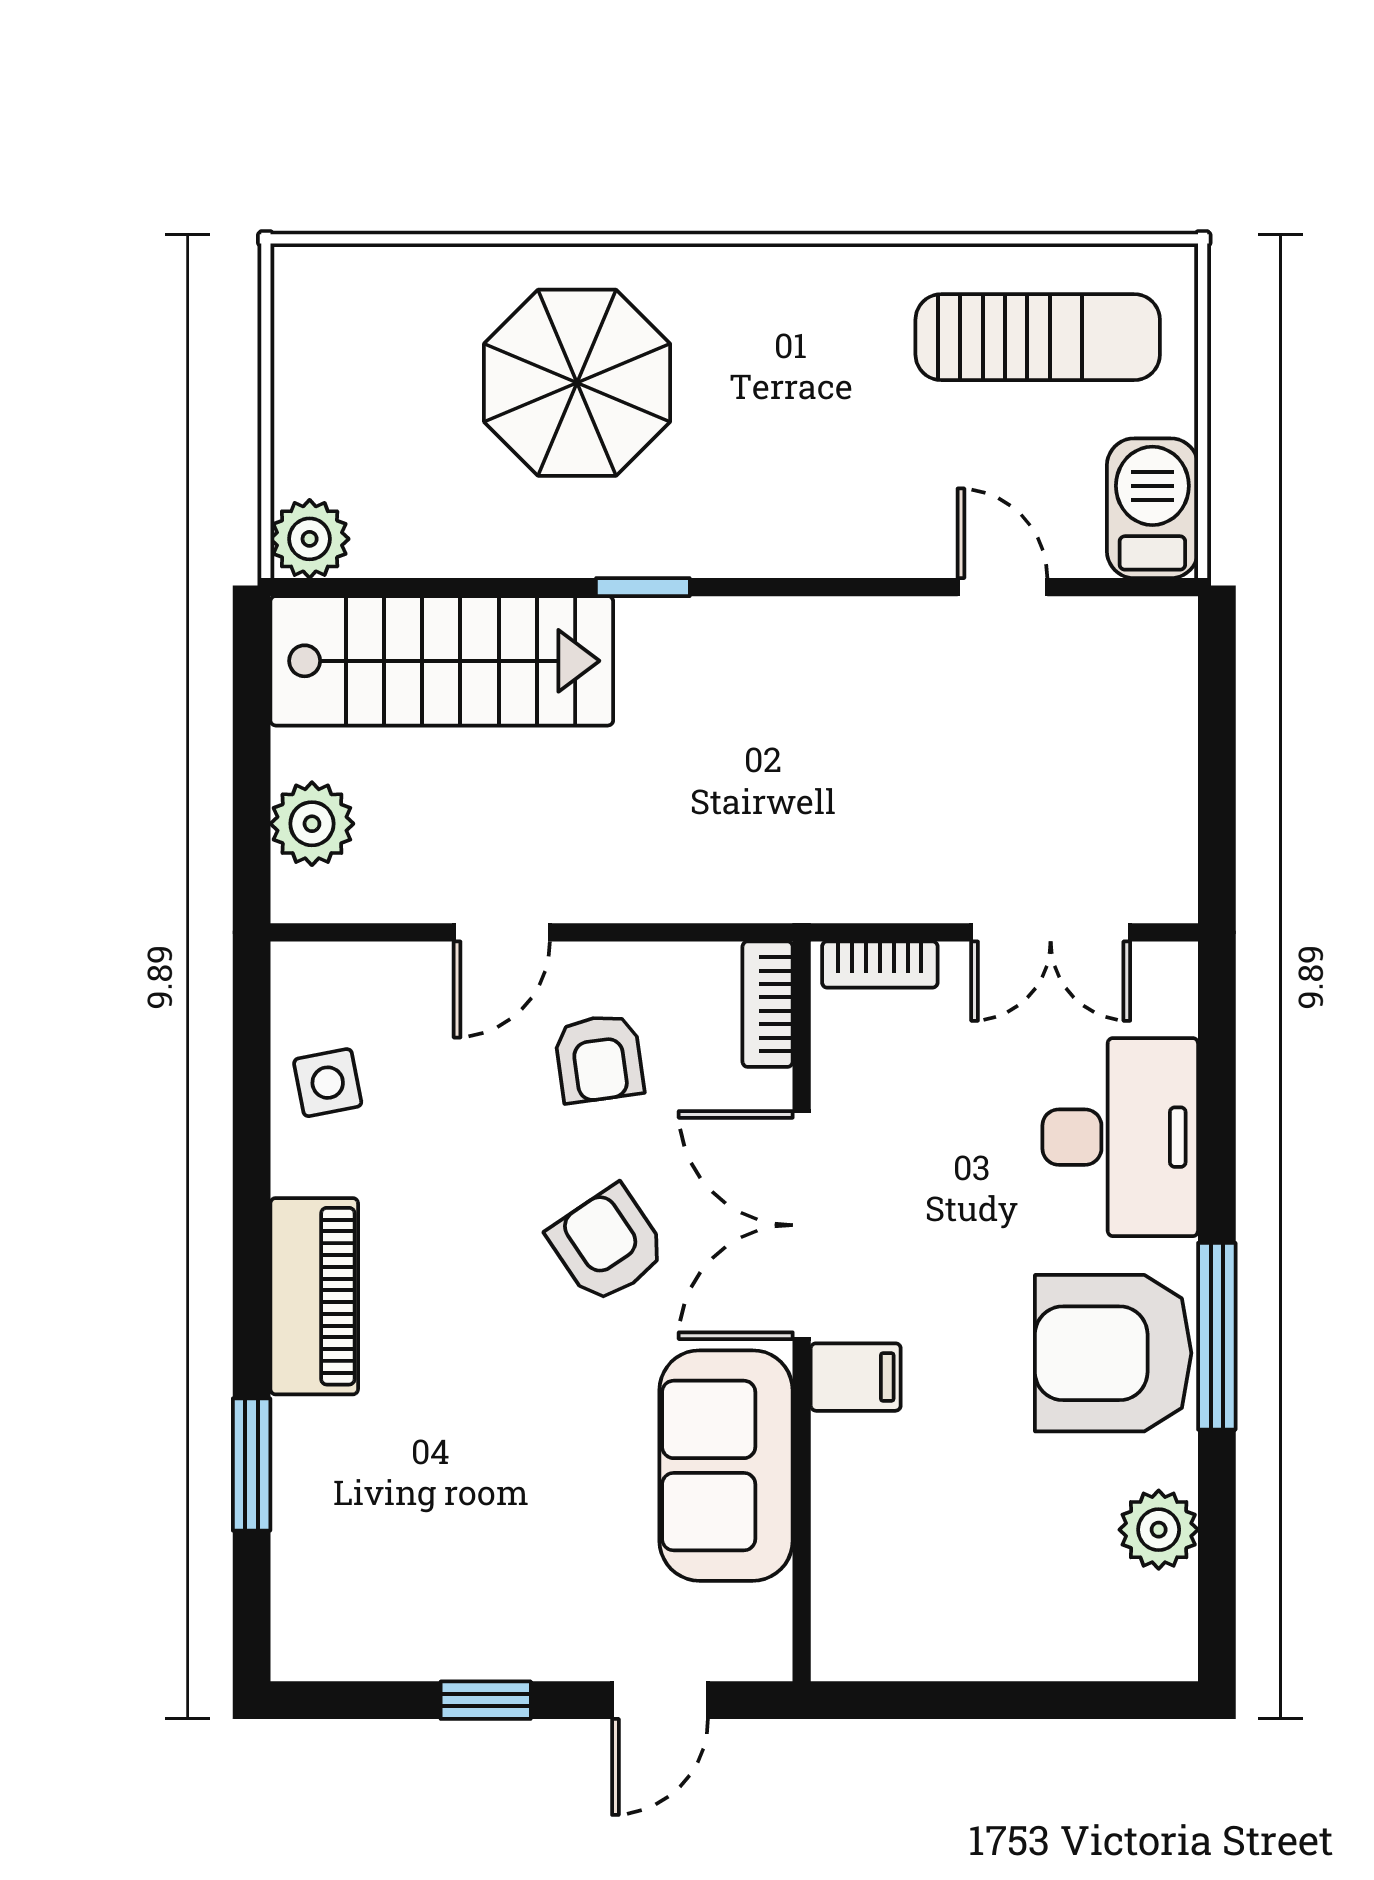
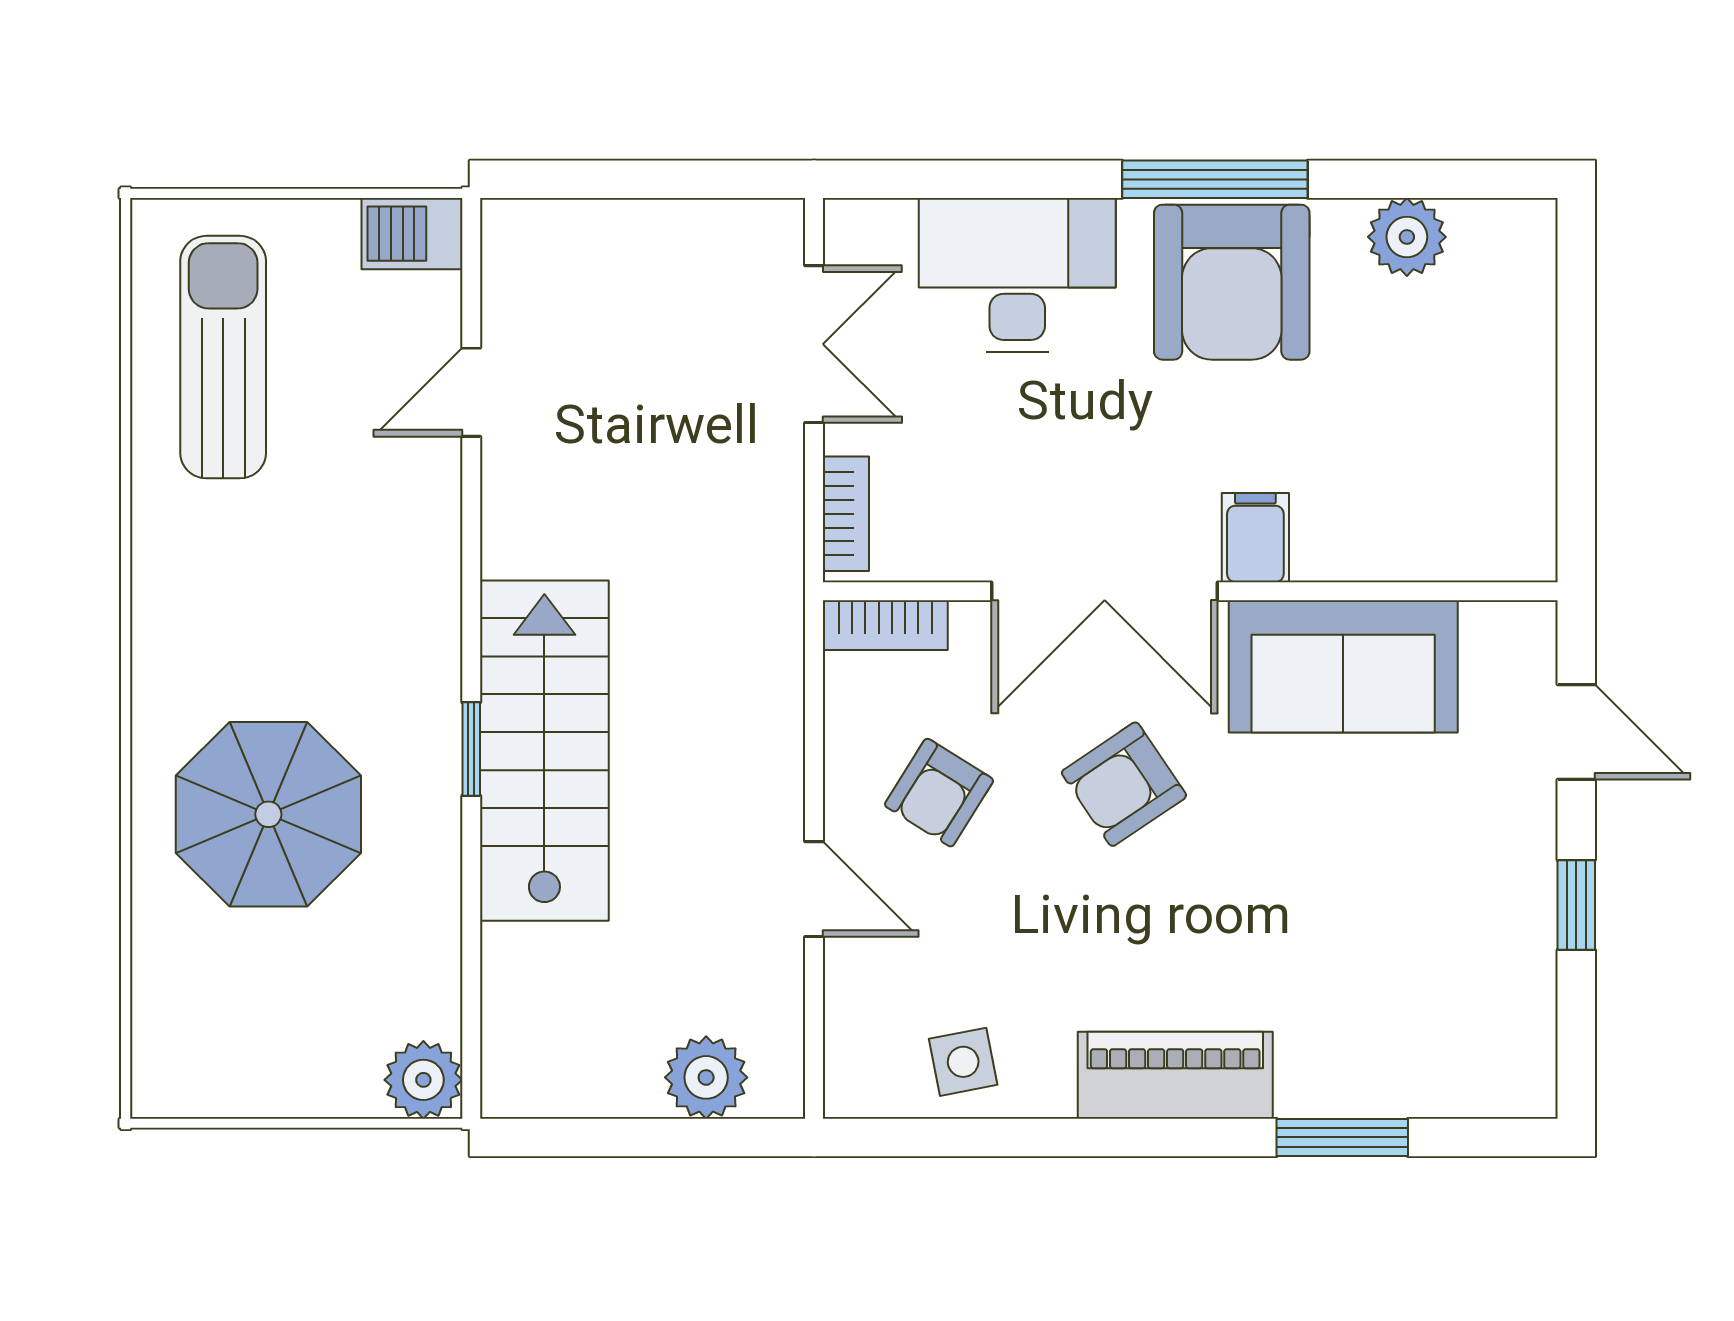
barbecue: (1152, 508) -> (412, 234), width x0.73, depth x0.79
stairs: (442, 661) -> (544, 751), moved
armchair: (599, 1058) -> (939, 793), turned 130

